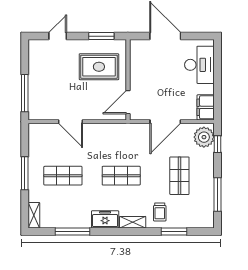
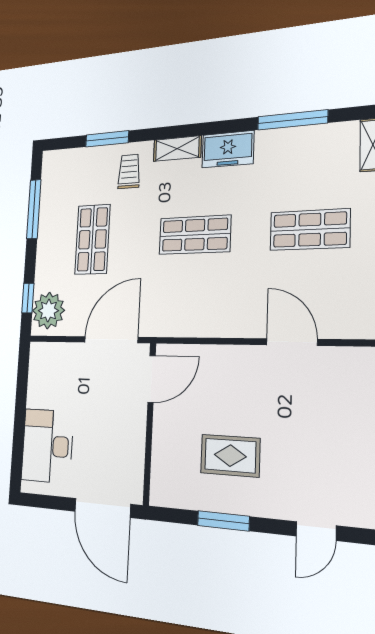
rug: (99, 67) -> (230, 456), width x0.73, depth x0.70
wall: (128, 80) -> (150, 423), moved
door: (128, 102) -> (152, 379), moved
filing cabinet: (206, 107) -> (42, 365), removed

